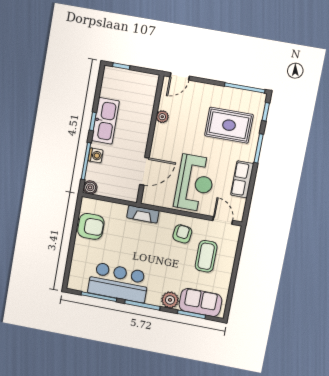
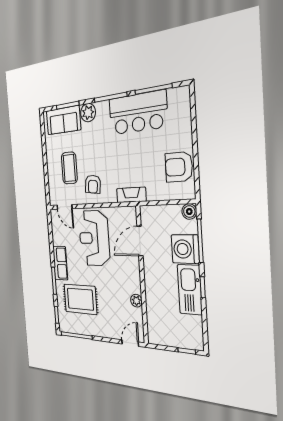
washing machine: (96, 155) -> (185, 249), width x1.89, depth x1.89
row of seats: (242, 179) -> (60, 263), moved

